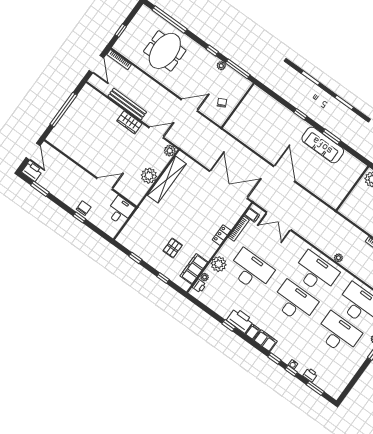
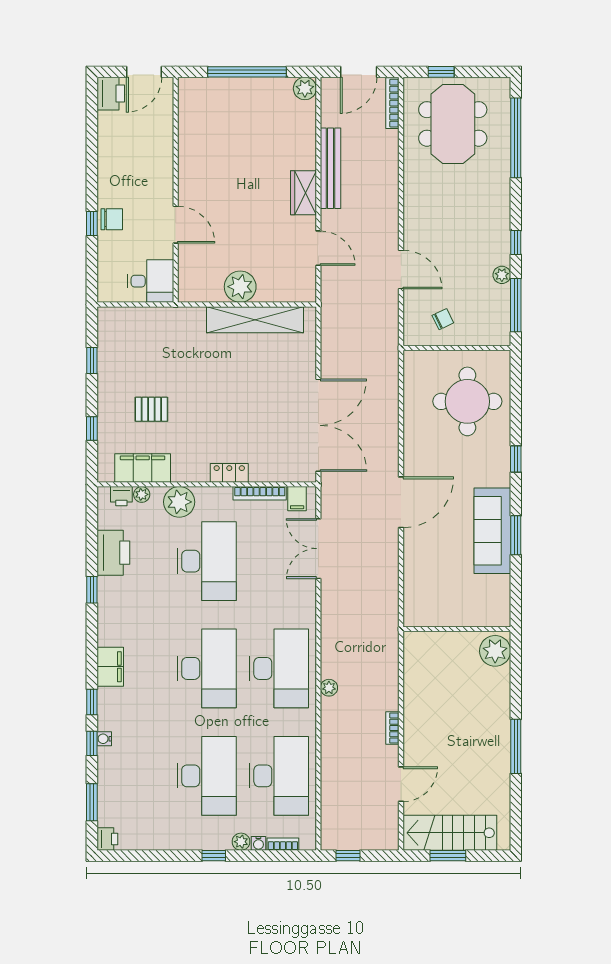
meeting table: (165, 51) -> (453, 124), moved, turned 90
round table: (263, 117) -> (467, 401), added
plant: (170, 151) -> (305, 88), moved
window: (40, 189) -> (92, 126), removed
printer: (240, 320) -> (113, 553), moved
filing cabinet: (253, 332) -> (110, 636), removed
printer: (310, 375) -> (107, 839), moved

